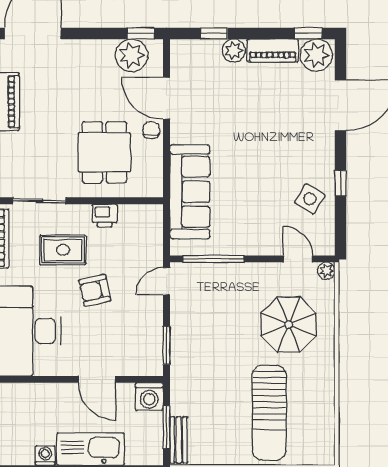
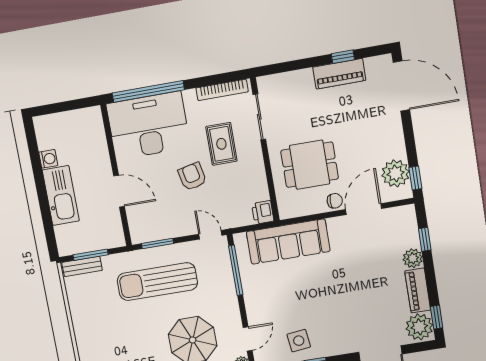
side table: (310, 199) -> (299, 341), turned -38
printer: (105, 216) -> (263, 212), moved
door: (97, 379) -> (119, 191), swing flipped
washing machine: (149, 397) -> (113, 236), removed
sun lounger: (269, 413) -> (157, 282), moved

